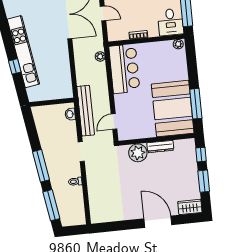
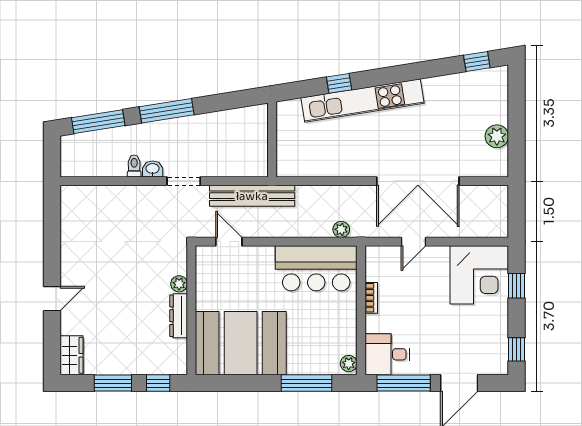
window: (196, 104) -> (307, 383), moved
washbasin: (70, 114) -> (153, 169), moved
plant: (138, 153) -> (179, 284), width x0.53, depth x0.53
door: (158, 222) -> (52, 299), width x0.53

